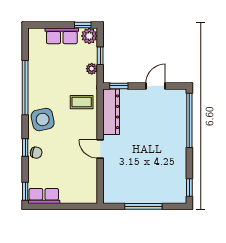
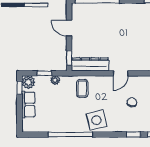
window: (25, 147) -> (133, 134), moved
chair: (36, 153) -> (132, 102), moved

